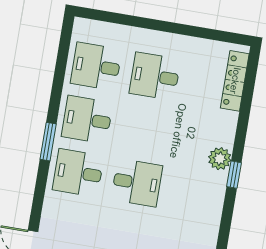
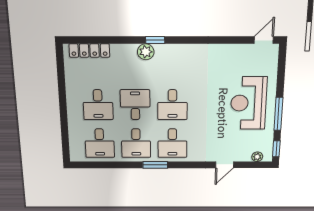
desk: (146, 129) -> (135, 105), added
desk: (137, 183) -> (172, 105), turned 180

